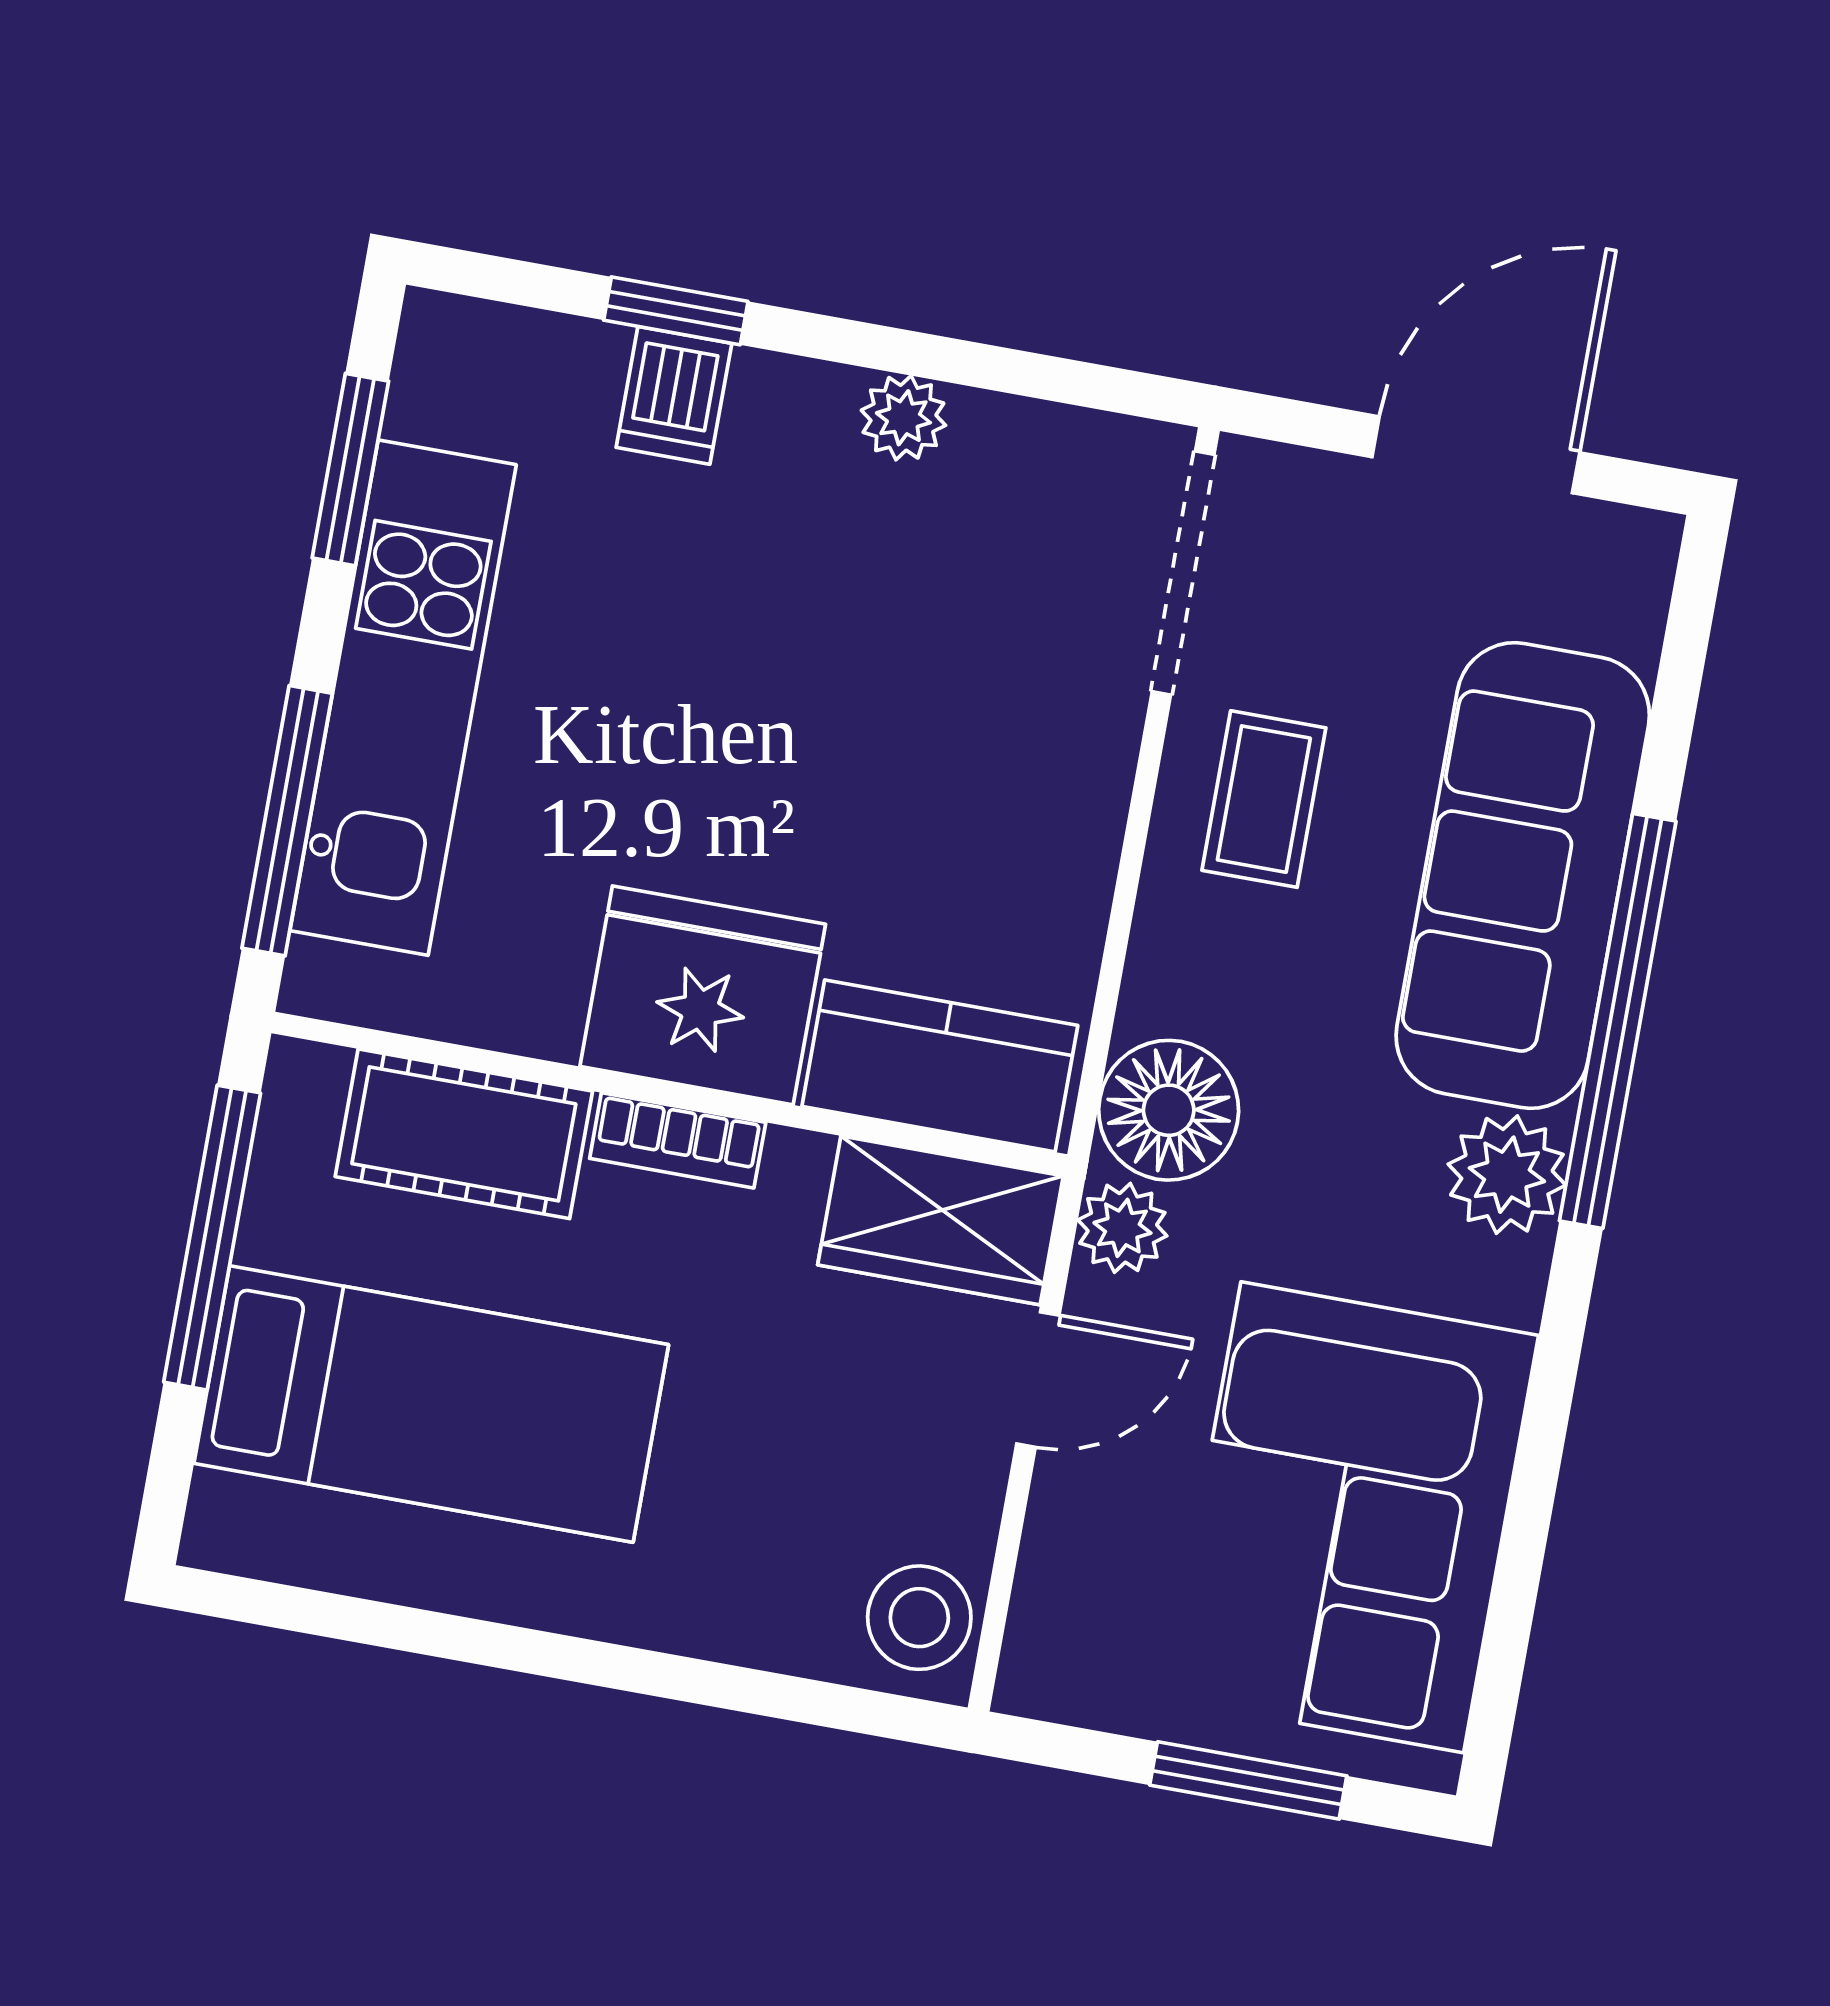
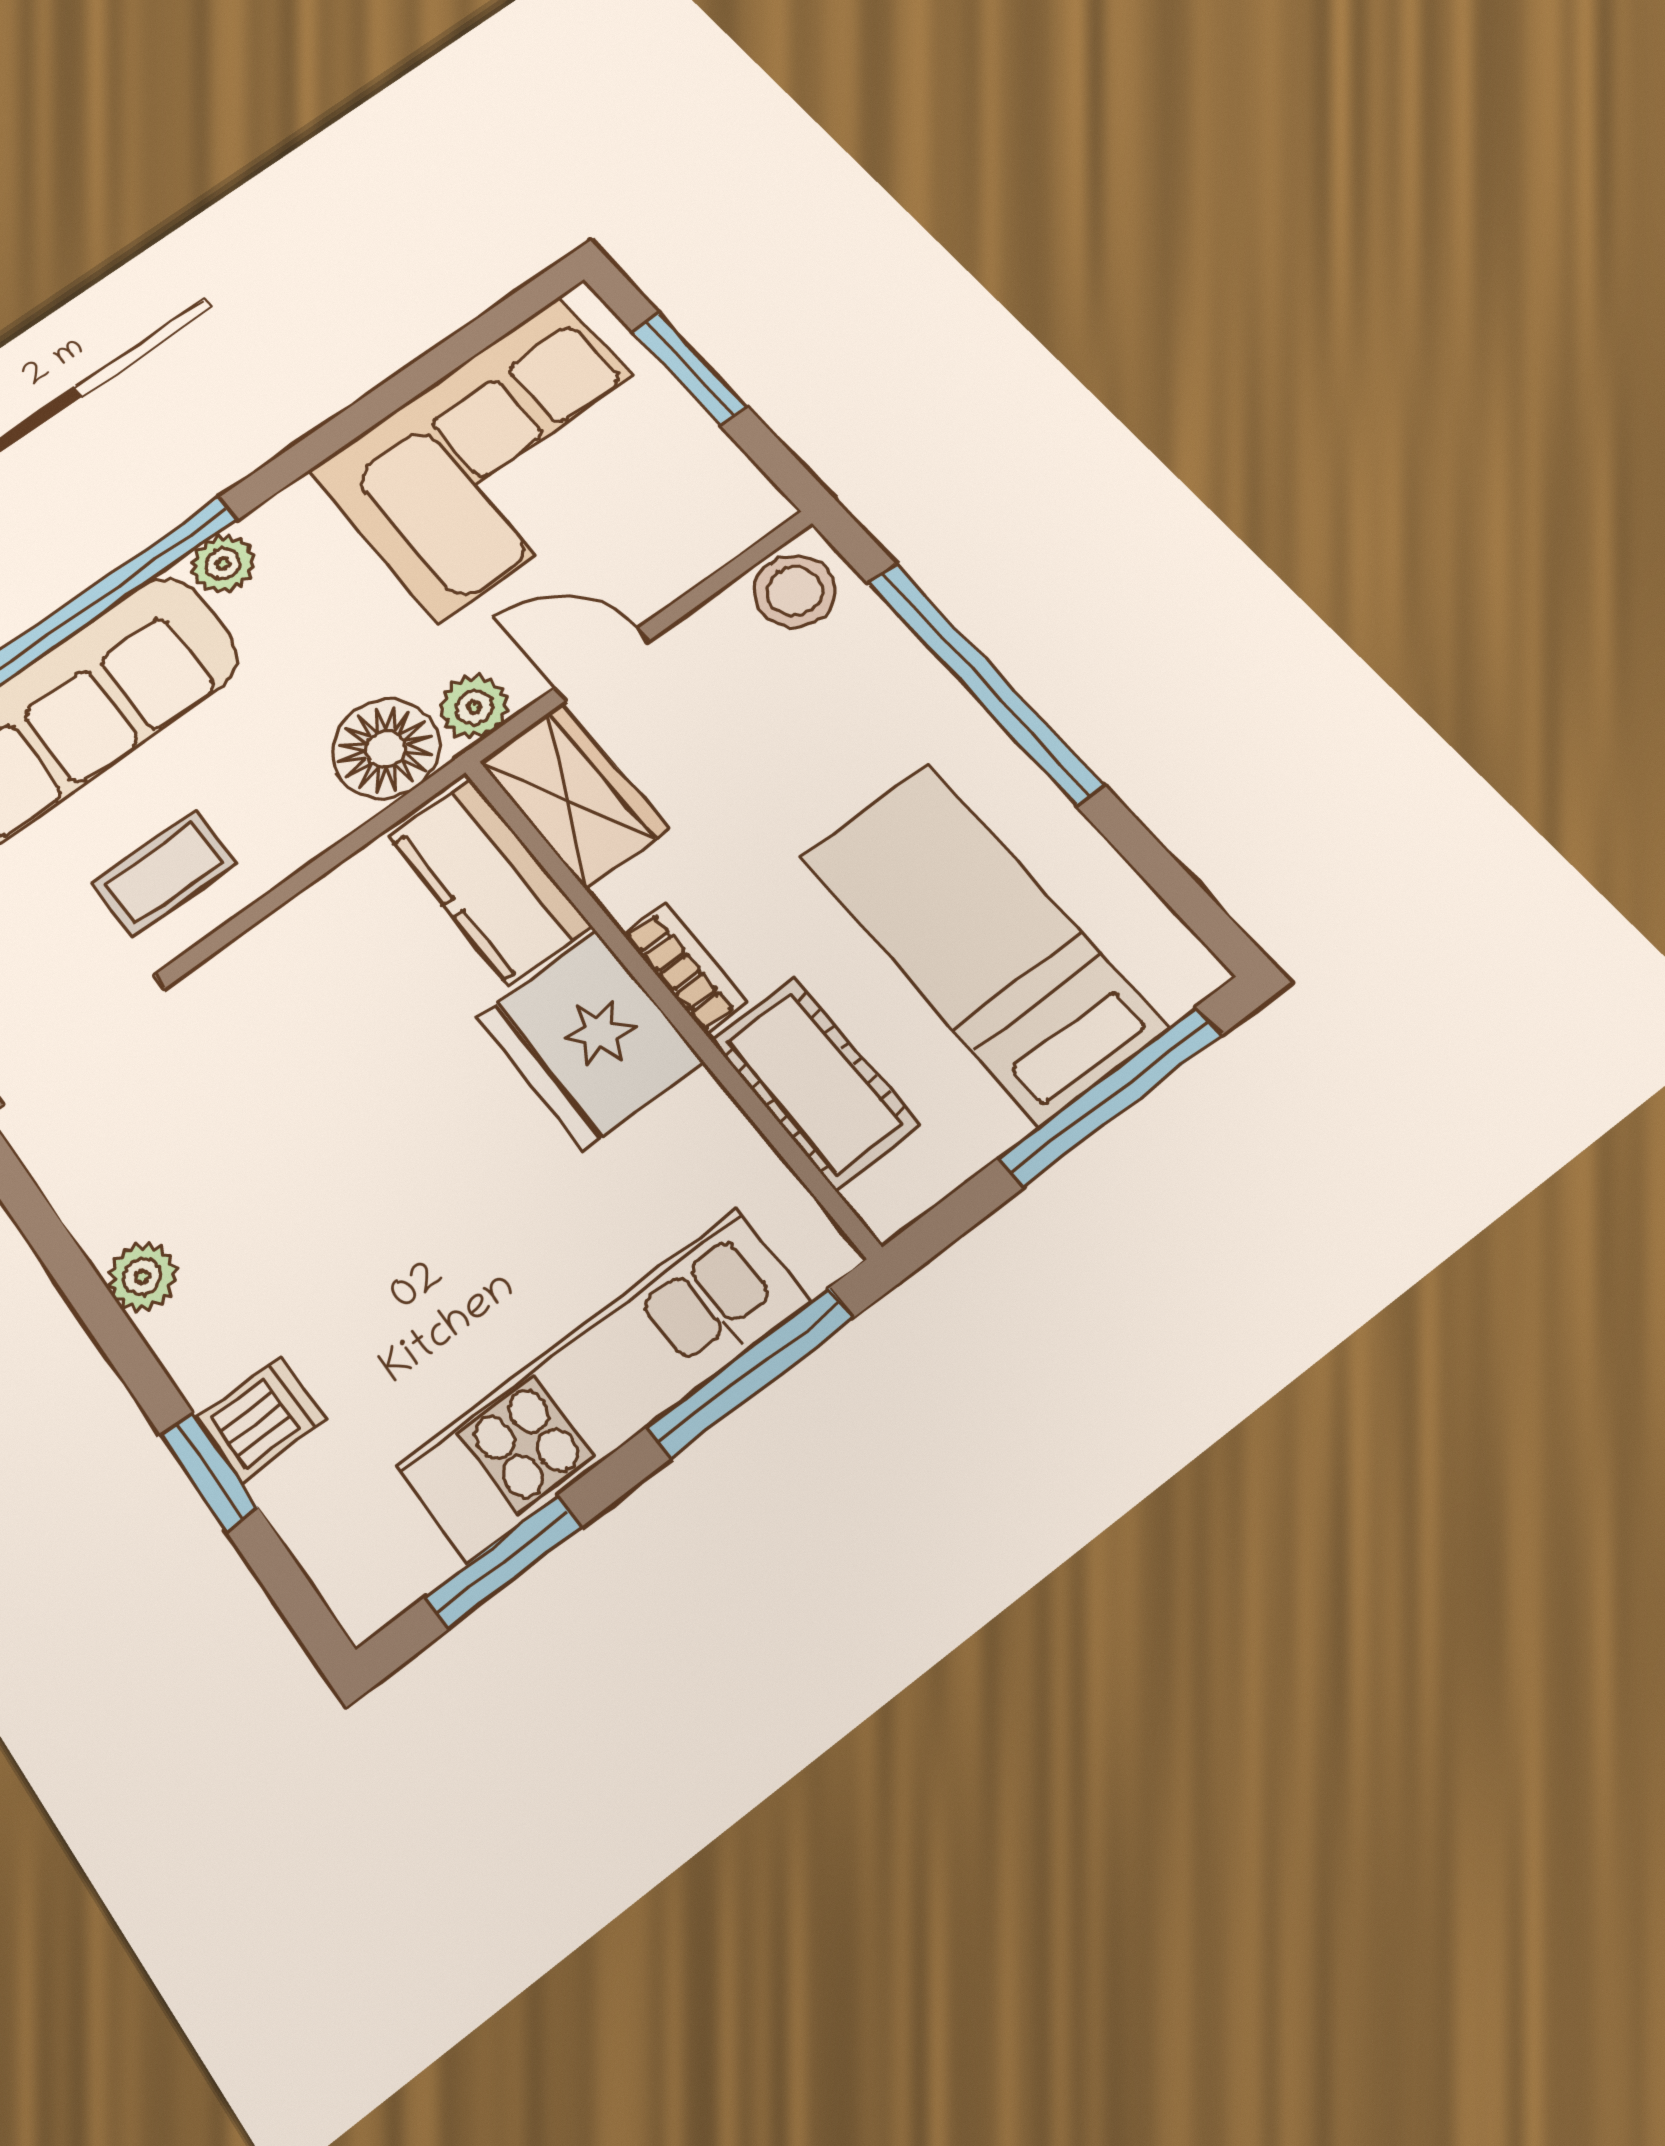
plant: (1507, 1175) -> (223, 564), width x0.73, depth x0.73
window: (212, 1238) -> (1110, 1097), moved
window: (651, 1673) -> (984, 683), added

